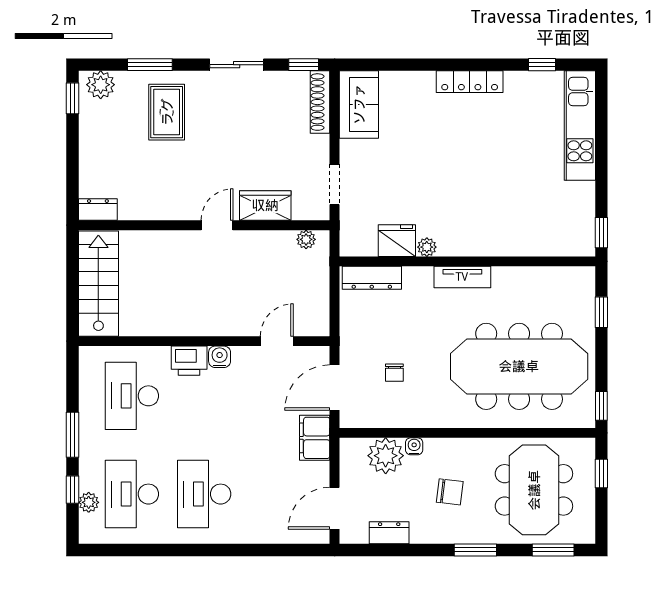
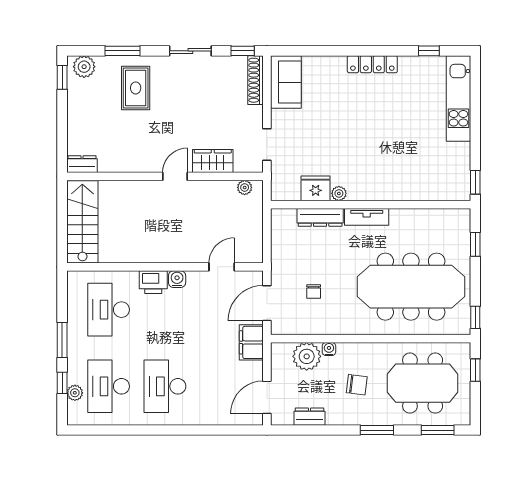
dresser: (372, 278) -> (320, 217), moved
meeting table: (534, 490) -> (423, 383), turned 90

